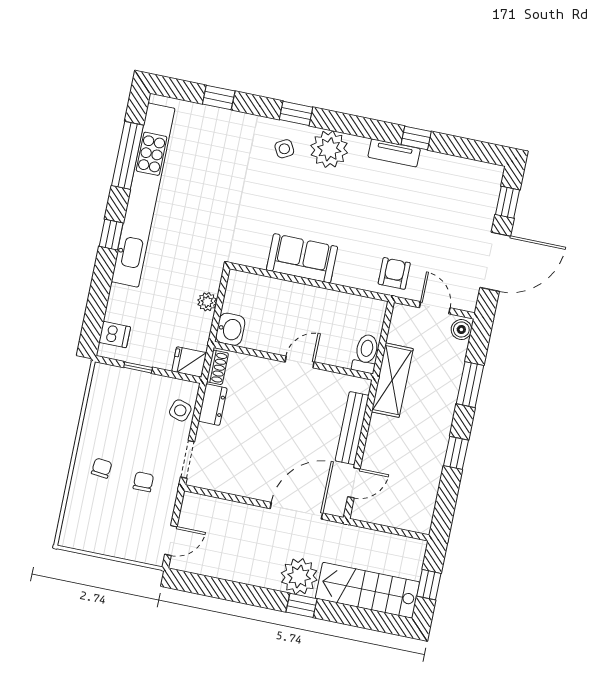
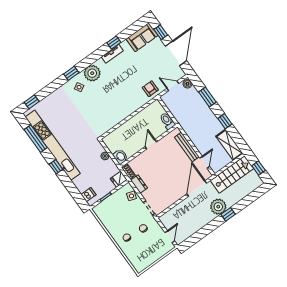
window: (219, 98) -> (32, 102), moved
sofa: (302, 258) -> (142, 37), moved, turned 180
shelving: (392, 380) -> (229, 145), moved
stairs: (368, 590) -> (232, 174), moved, turned 180

